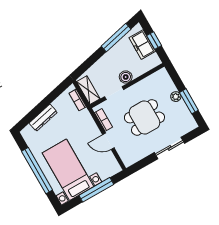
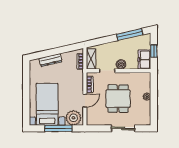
freezer: (142, 45) -> (144, 60), moved
window: (189, 101) -> (154, 105), removed
dining table: (144, 117) -> (118, 99), turned 90
door: (108, 141) -> (85, 101), swing flipped
plant: (106, 168) -> (73, 118), added
window: (37, 171) -> (26, 93), removed

